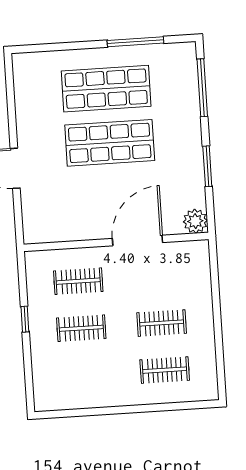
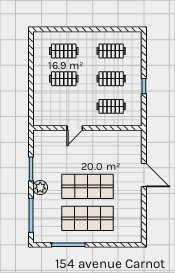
plant: (195, 221) -> (40, 187), moved
door: (137, 240) -> (75, 128), width x0.53
clothes rail: (84, 375) -> (111, 51), added

